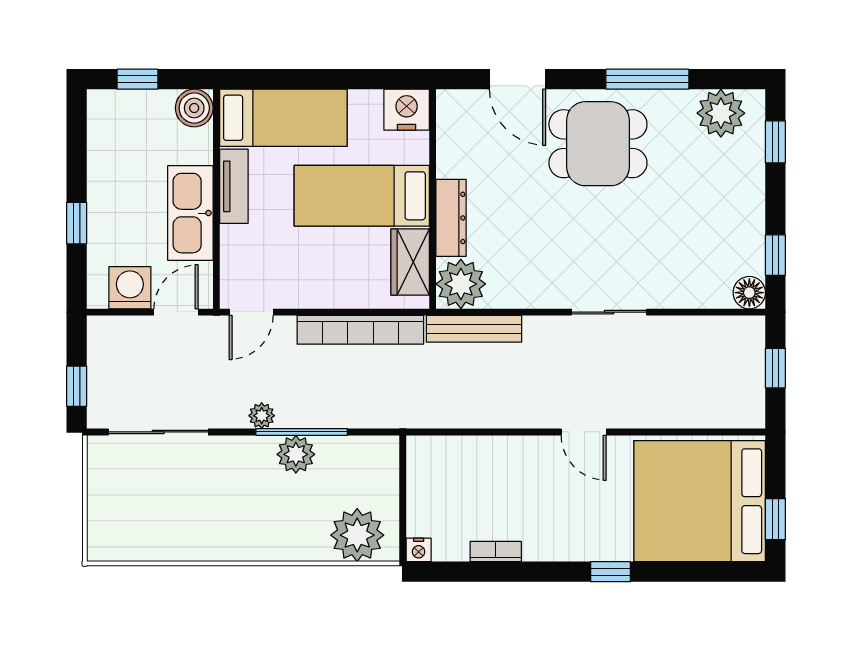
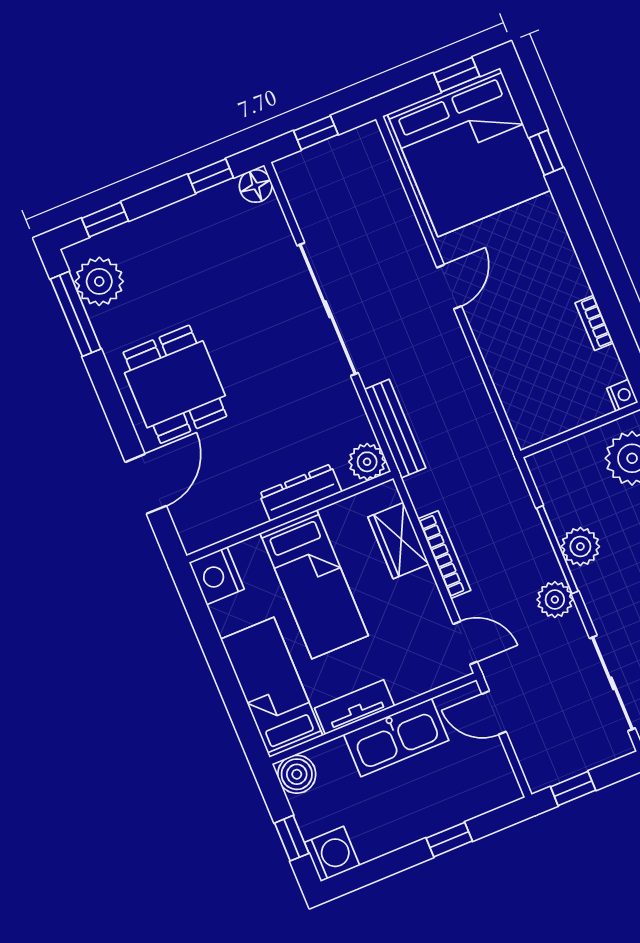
window: (647, 79) -> (76, 314), moved
wardrobe: (410, 262) -> (398, 541), moved, turned 90
plant: (461, 284) -> (367, 462), width x0.73, depth x0.73
washing machine: (130, 288) -> (332, 854), moved, turned 180
sliding door: (609, 312) -> (328, 309), width x1.86
bookcase: (360, 330) -> (444, 555), width x0.68, depth x0.76
window: (77, 386) -> (573, 789), moved
plant: (262, 416) -> (555, 600), width x1.38, depth x1.38
window: (610, 572) -> (546, 153), moved

